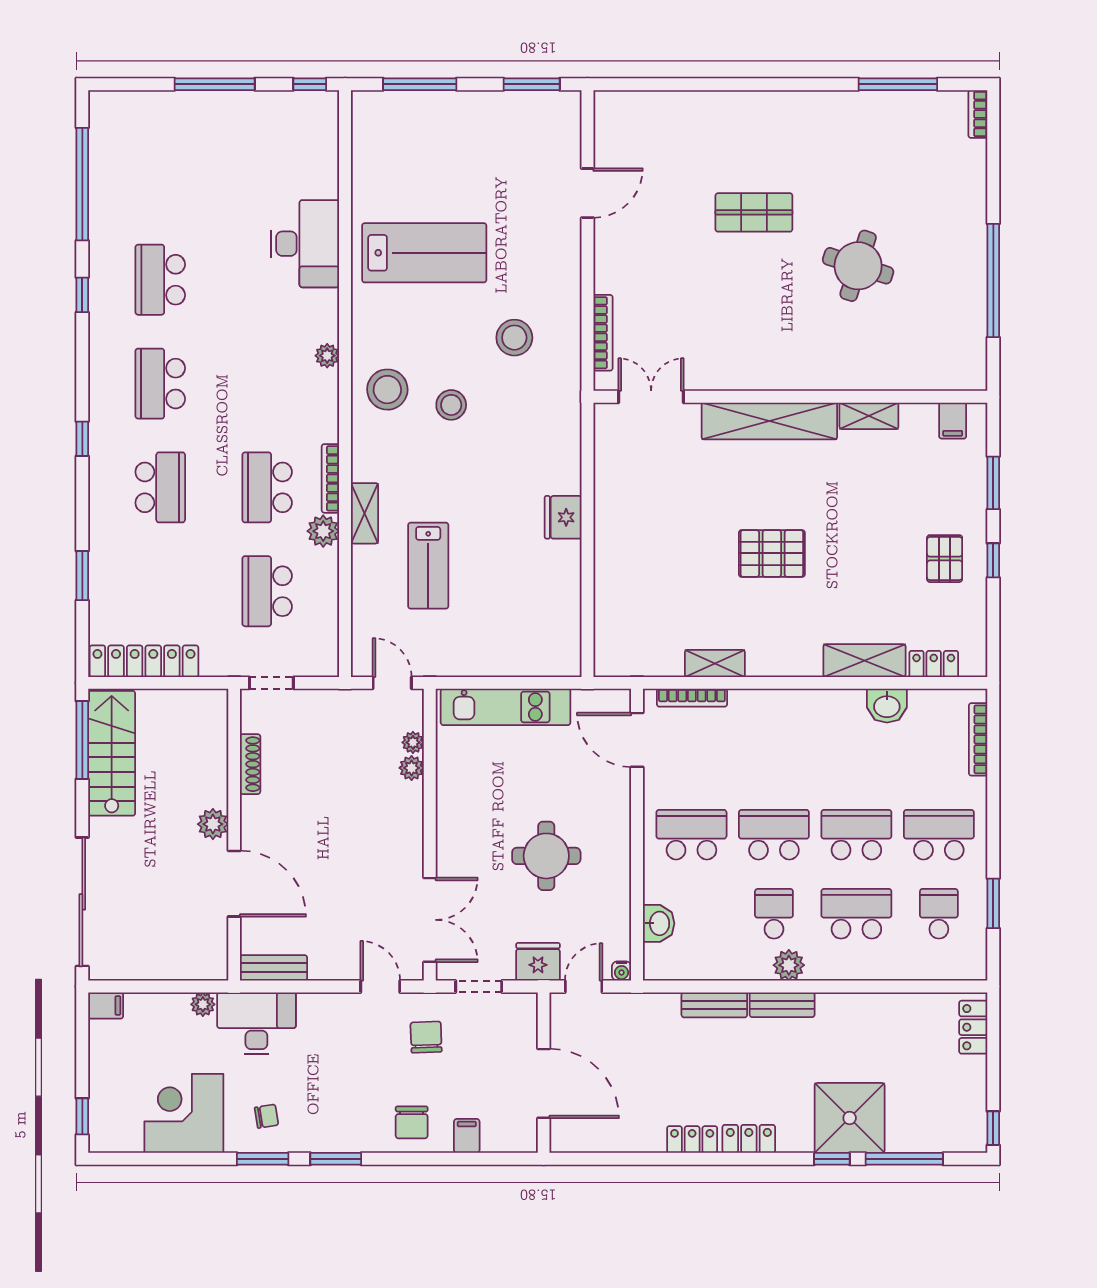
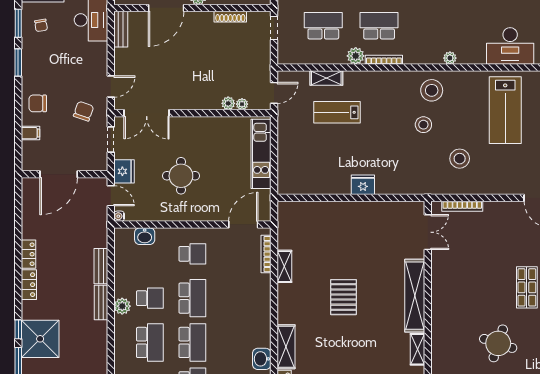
shelving: (365, 513) -> (326, 78), moved
school desk: (691, 835) -> (192, 254), width x0.54
chair: (426, 1037) -> (84, 111), turned -69

